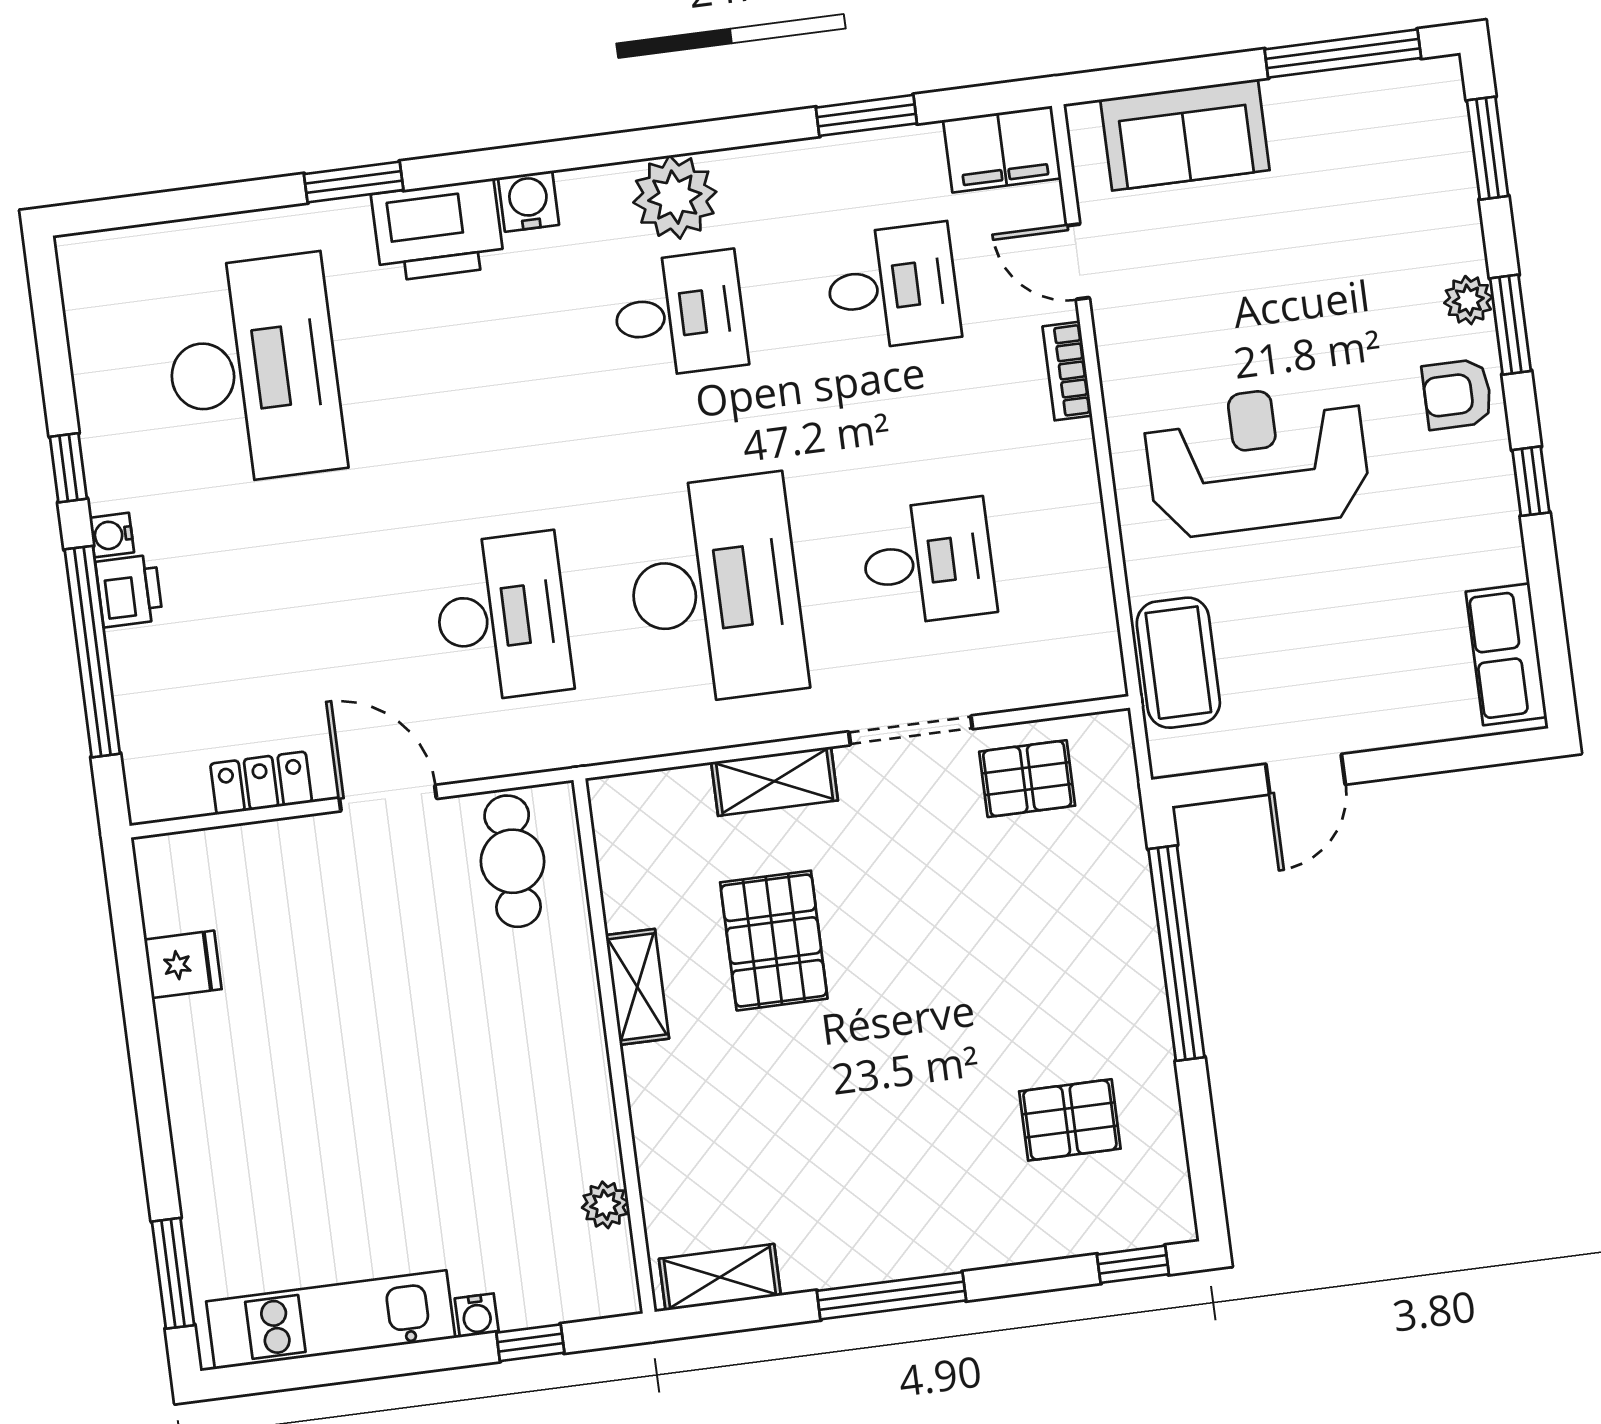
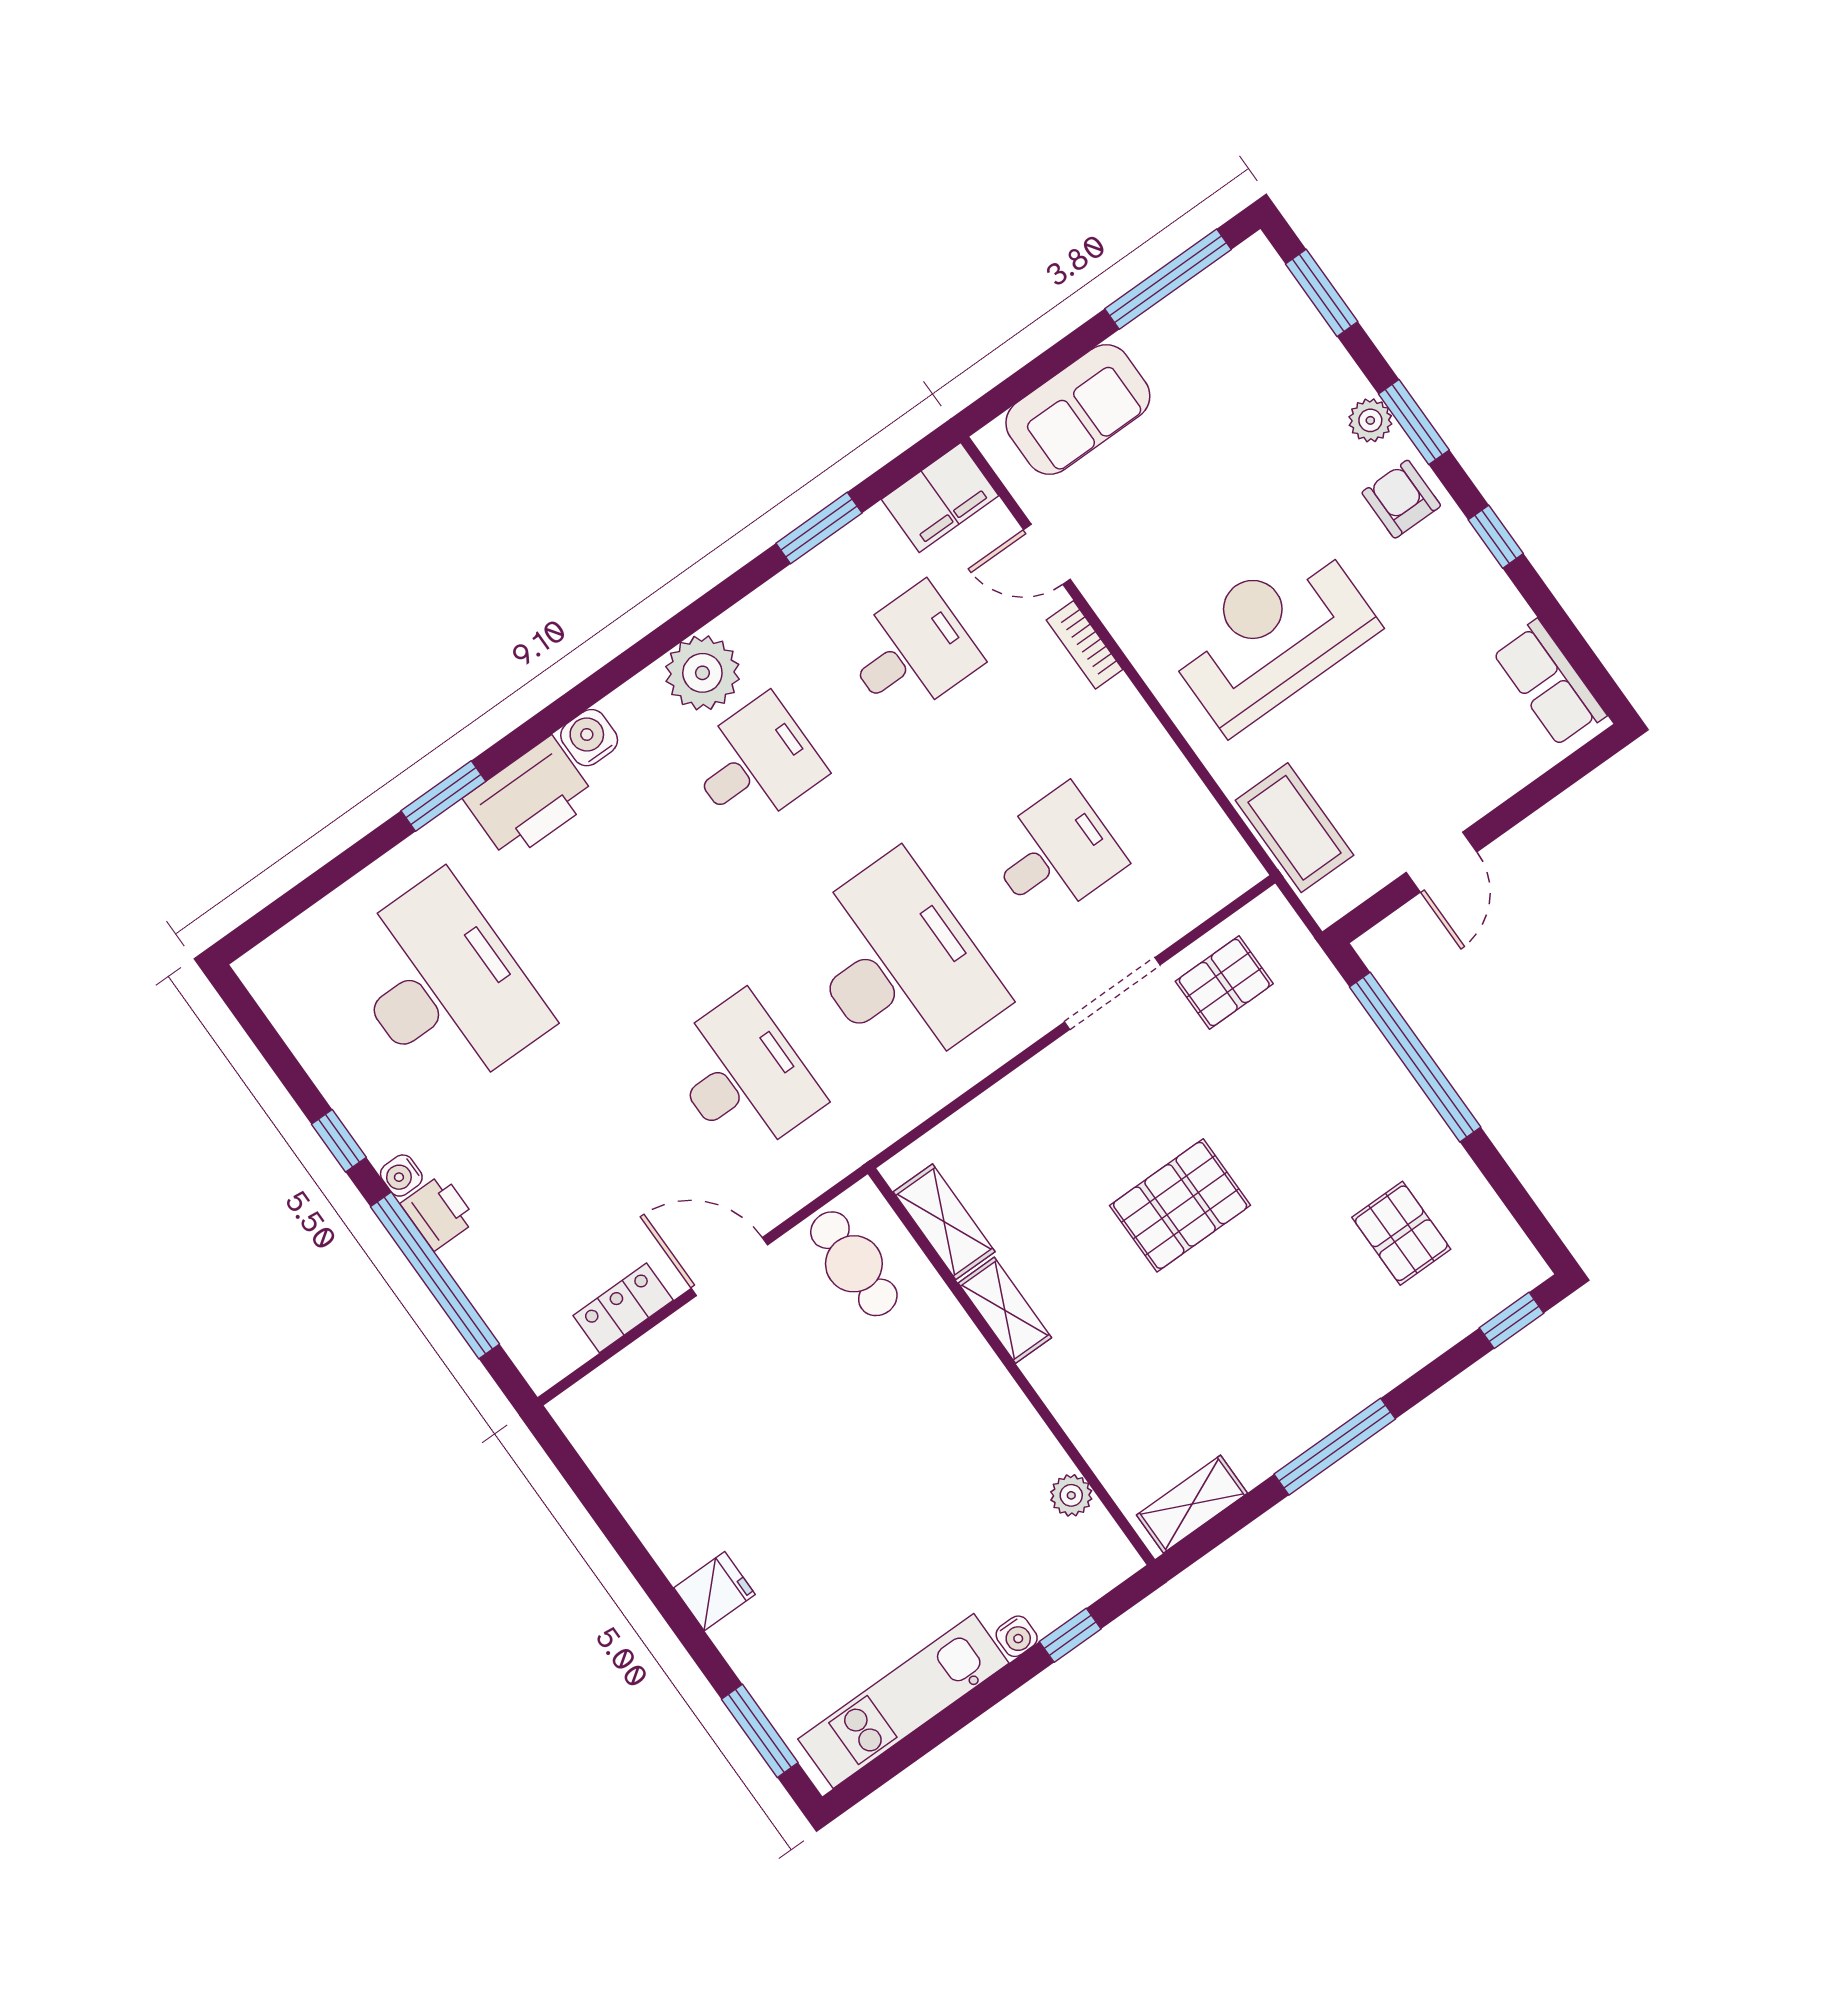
armchair: (1457, 394) -> (1401, 499), turned 90
shelving: (774, 781) -> (944, 1222), moved, turned 90
pallet: (774, 941) -> (1180, 1205), moved, turned 90
fridge: (183, 964) -> (714, 1591), moved
pallet: (1070, 1120) -> (1401, 1233), turned 90

